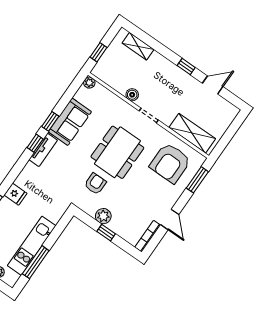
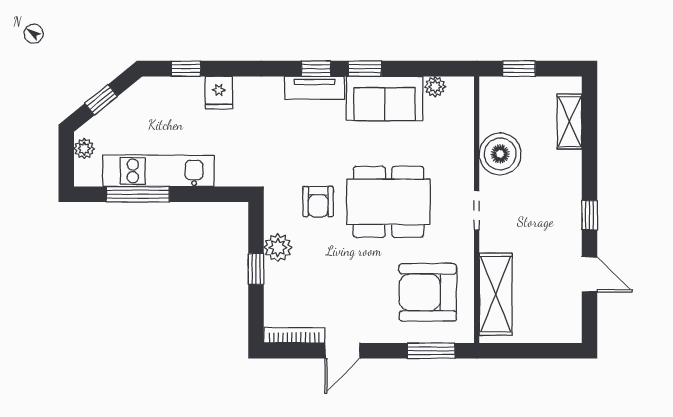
plant: (89, 83) -> (435, 87), moved
boiler: (132, 95) -> (500, 154), width x1.86, depth x1.86
armchair: (95, 184) -> (318, 202), turned 90

